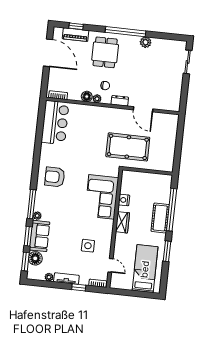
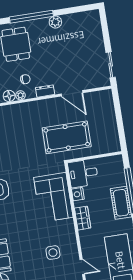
sliding door: (188, 62) -> (111, 65), moved
desk: (134, 183) -> (83, 173), added

